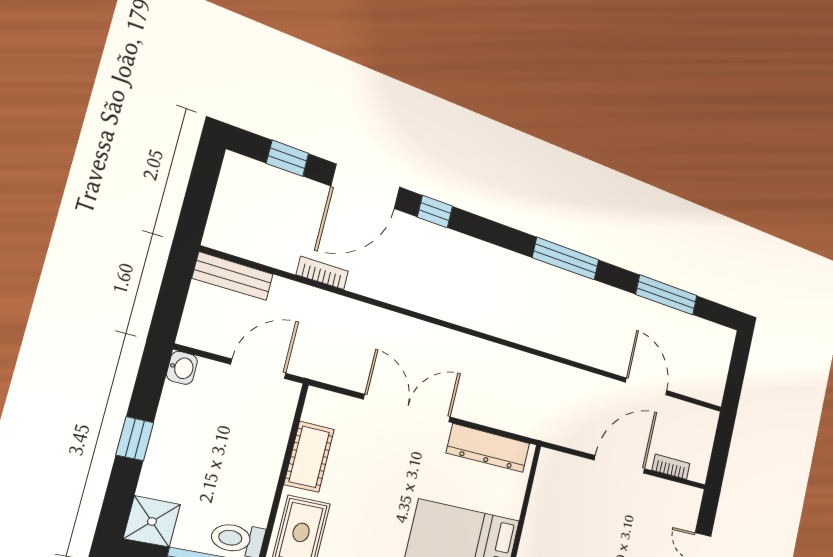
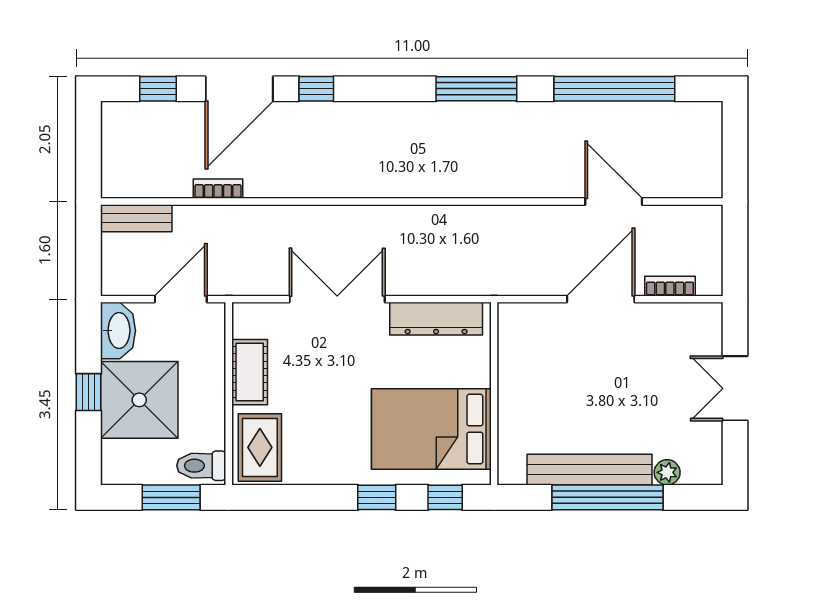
window: (667, 295) -> (614, 89), width x1.46
washbasin: (182, 368) -> (118, 331), width x1.91, depth x1.45
shower: (152, 521) -> (139, 400), moved, width x1.86, depth x1.86

